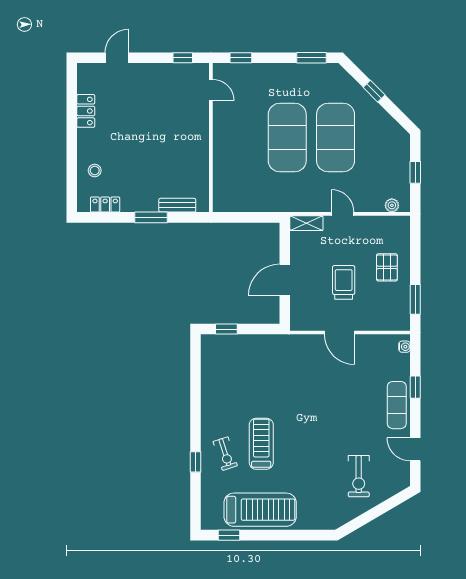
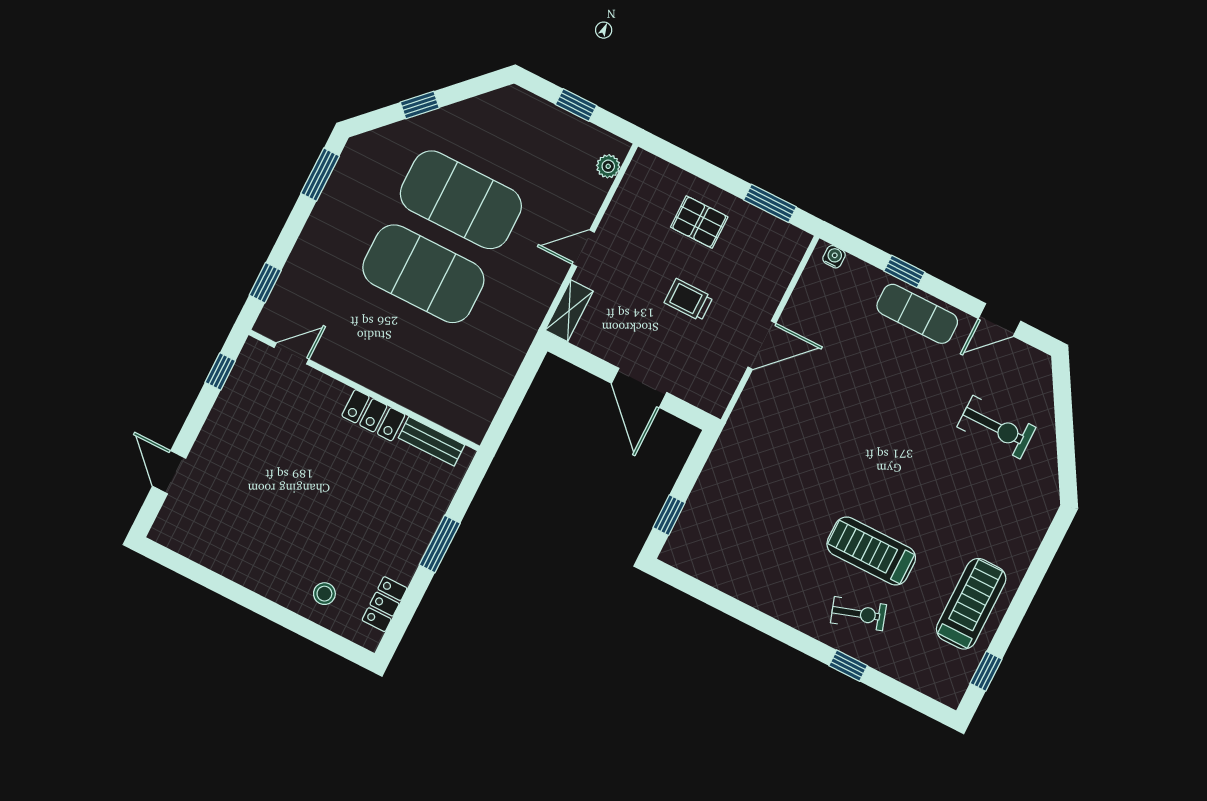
locker: (86, 111) -> (373, 415), moved, turned 180
bench: (177, 205) -> (432, 441), moved, turned 90
trolley: (344, 282) -> (689, 300), width x0.73, depth x0.72
treadmill: (260, 510) -> (971, 604), width x0.73, depth x0.73

